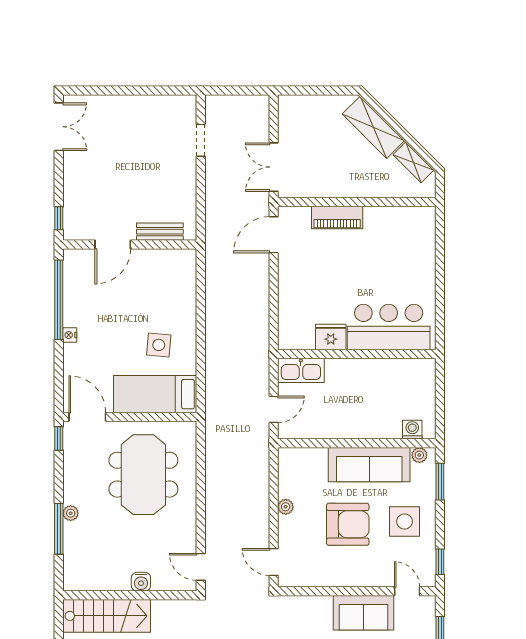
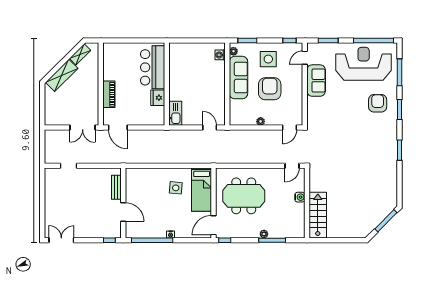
bar counter: (389, 327) -> (153, 67), moved
fridge: (331, 337) -> (158, 98), moved
wall: (357, 354) -> (167, 84), moved
kitchen sink: (301, 370) -> (175, 113), moved

